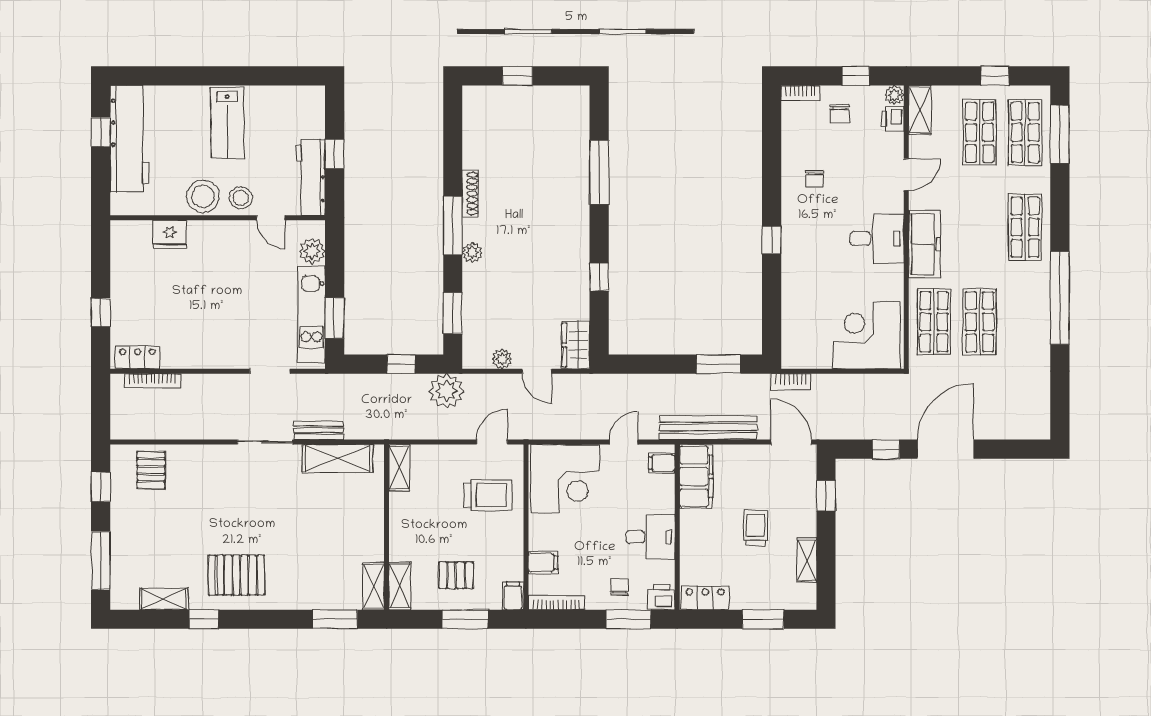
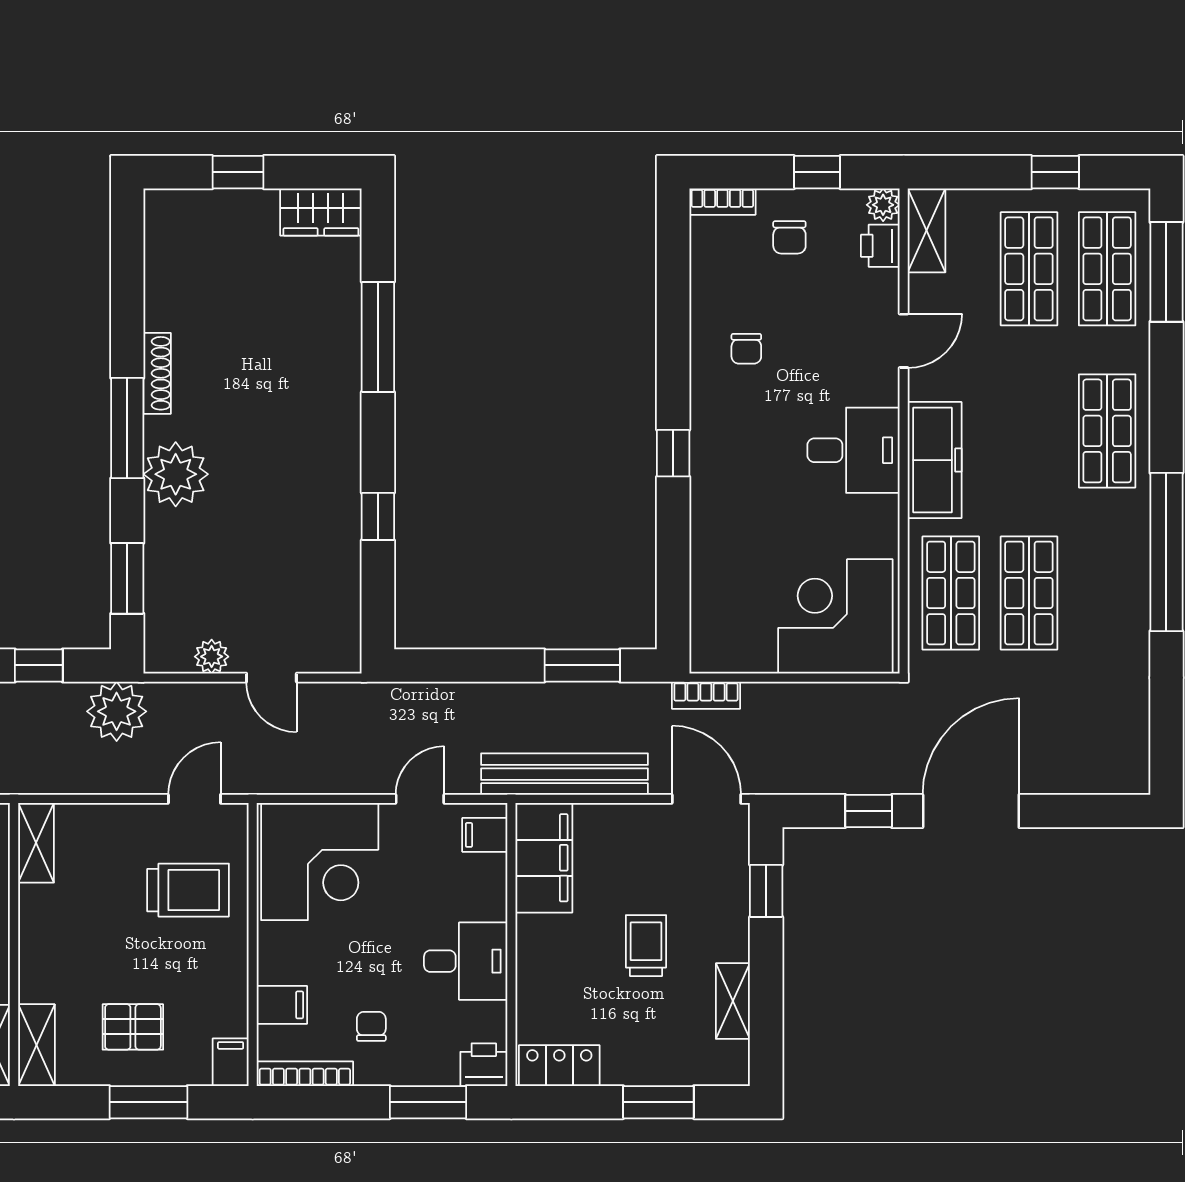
plant: (472, 252) -> (176, 474), width x1.87, depth x1.87
wardrobe: (576, 345) -> (321, 212), moved, turned -90
chair: (619, 587) -> (371, 1026), moved

